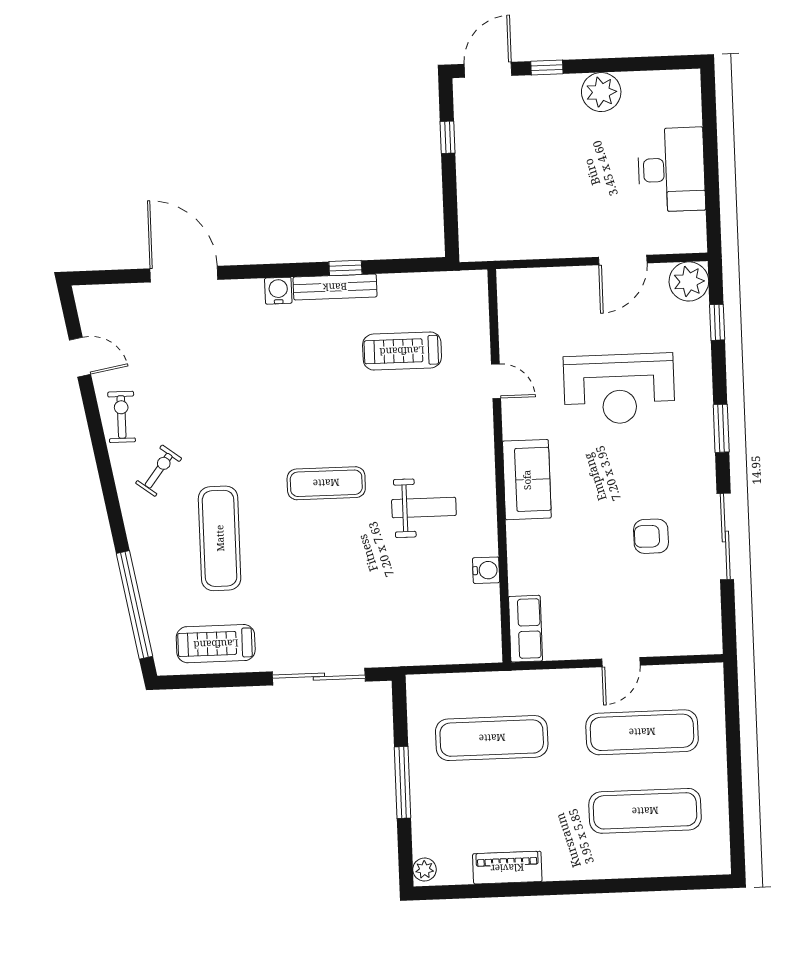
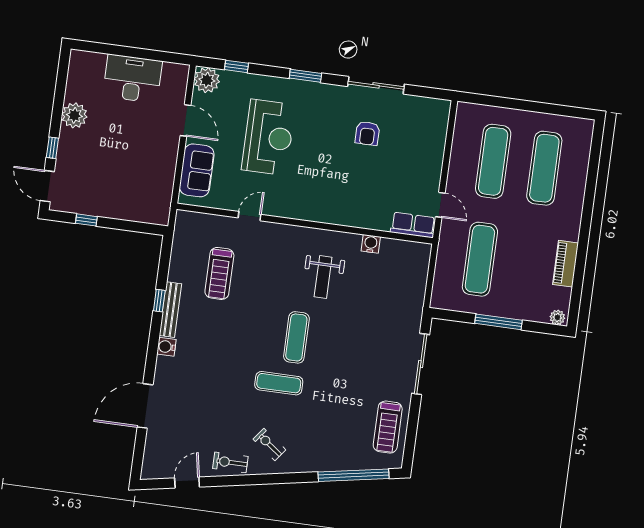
sofa: (527, 480) -> (197, 170), moved, turned 90
weight bench: (424, 507) -> (323, 277), turned 180
exercise mat: (220, 538) -> (279, 383), moved, width x0.73, depth x0.69
door: (621, 662) -> (440, 205), moved

